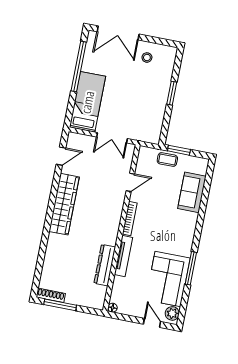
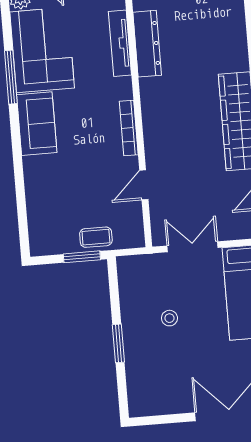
stool: (147, 58) -> (169, 318), moved
sofa: (192, 192) -> (37, 124), moved
tv unit: (124, 256) -> (120, 43), moved

